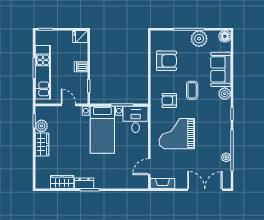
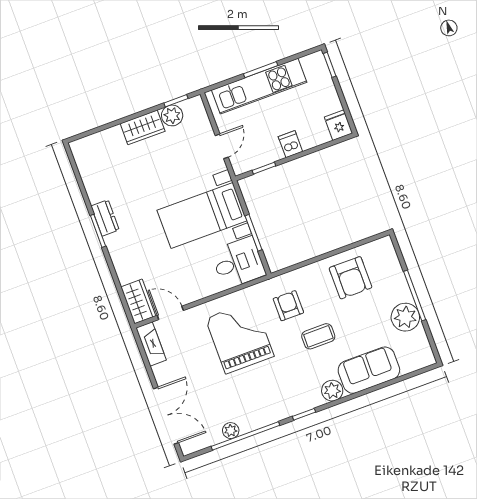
floor lamp: (225, 36) -> (424, 357), removed
wardrobe: (62, 182) -> (138, 301), moved

